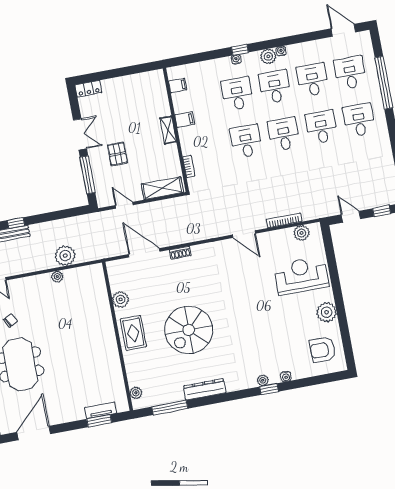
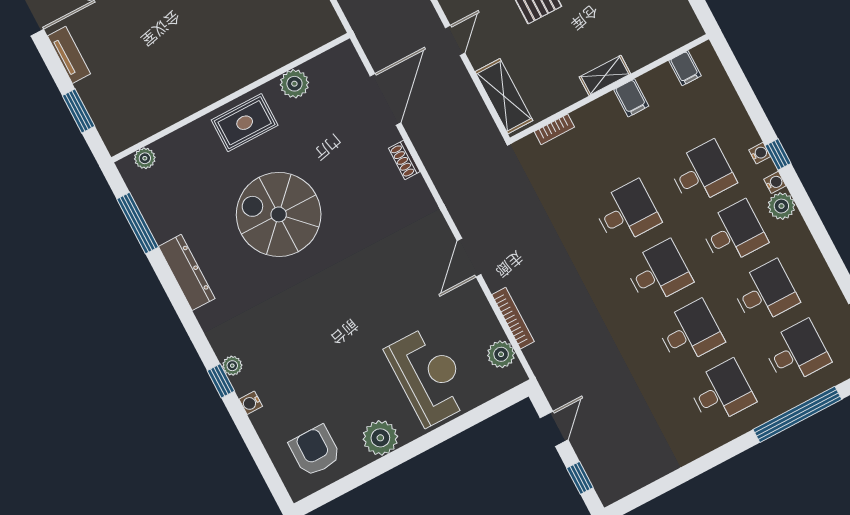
water cooler: (281, 51) -> (775, 182), moved
tv unit: (101, 410) -> (69, 55), moved

